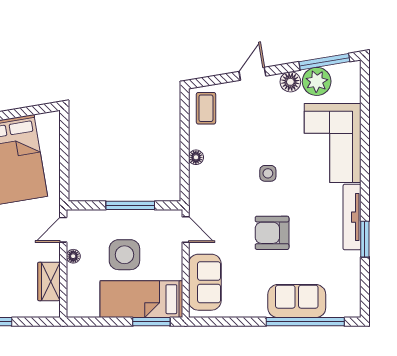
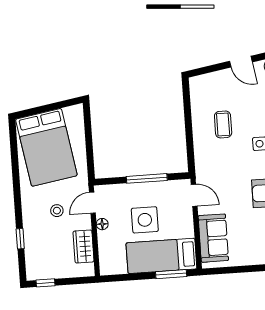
door: (252, 74) -> (241, 62), swing flipped
coffee table: (206, 108) -> (223, 124), moved
floor lamp: (196, 157) -> (199, 134), removed
stool: (20, 236) -> (57, 211), added

